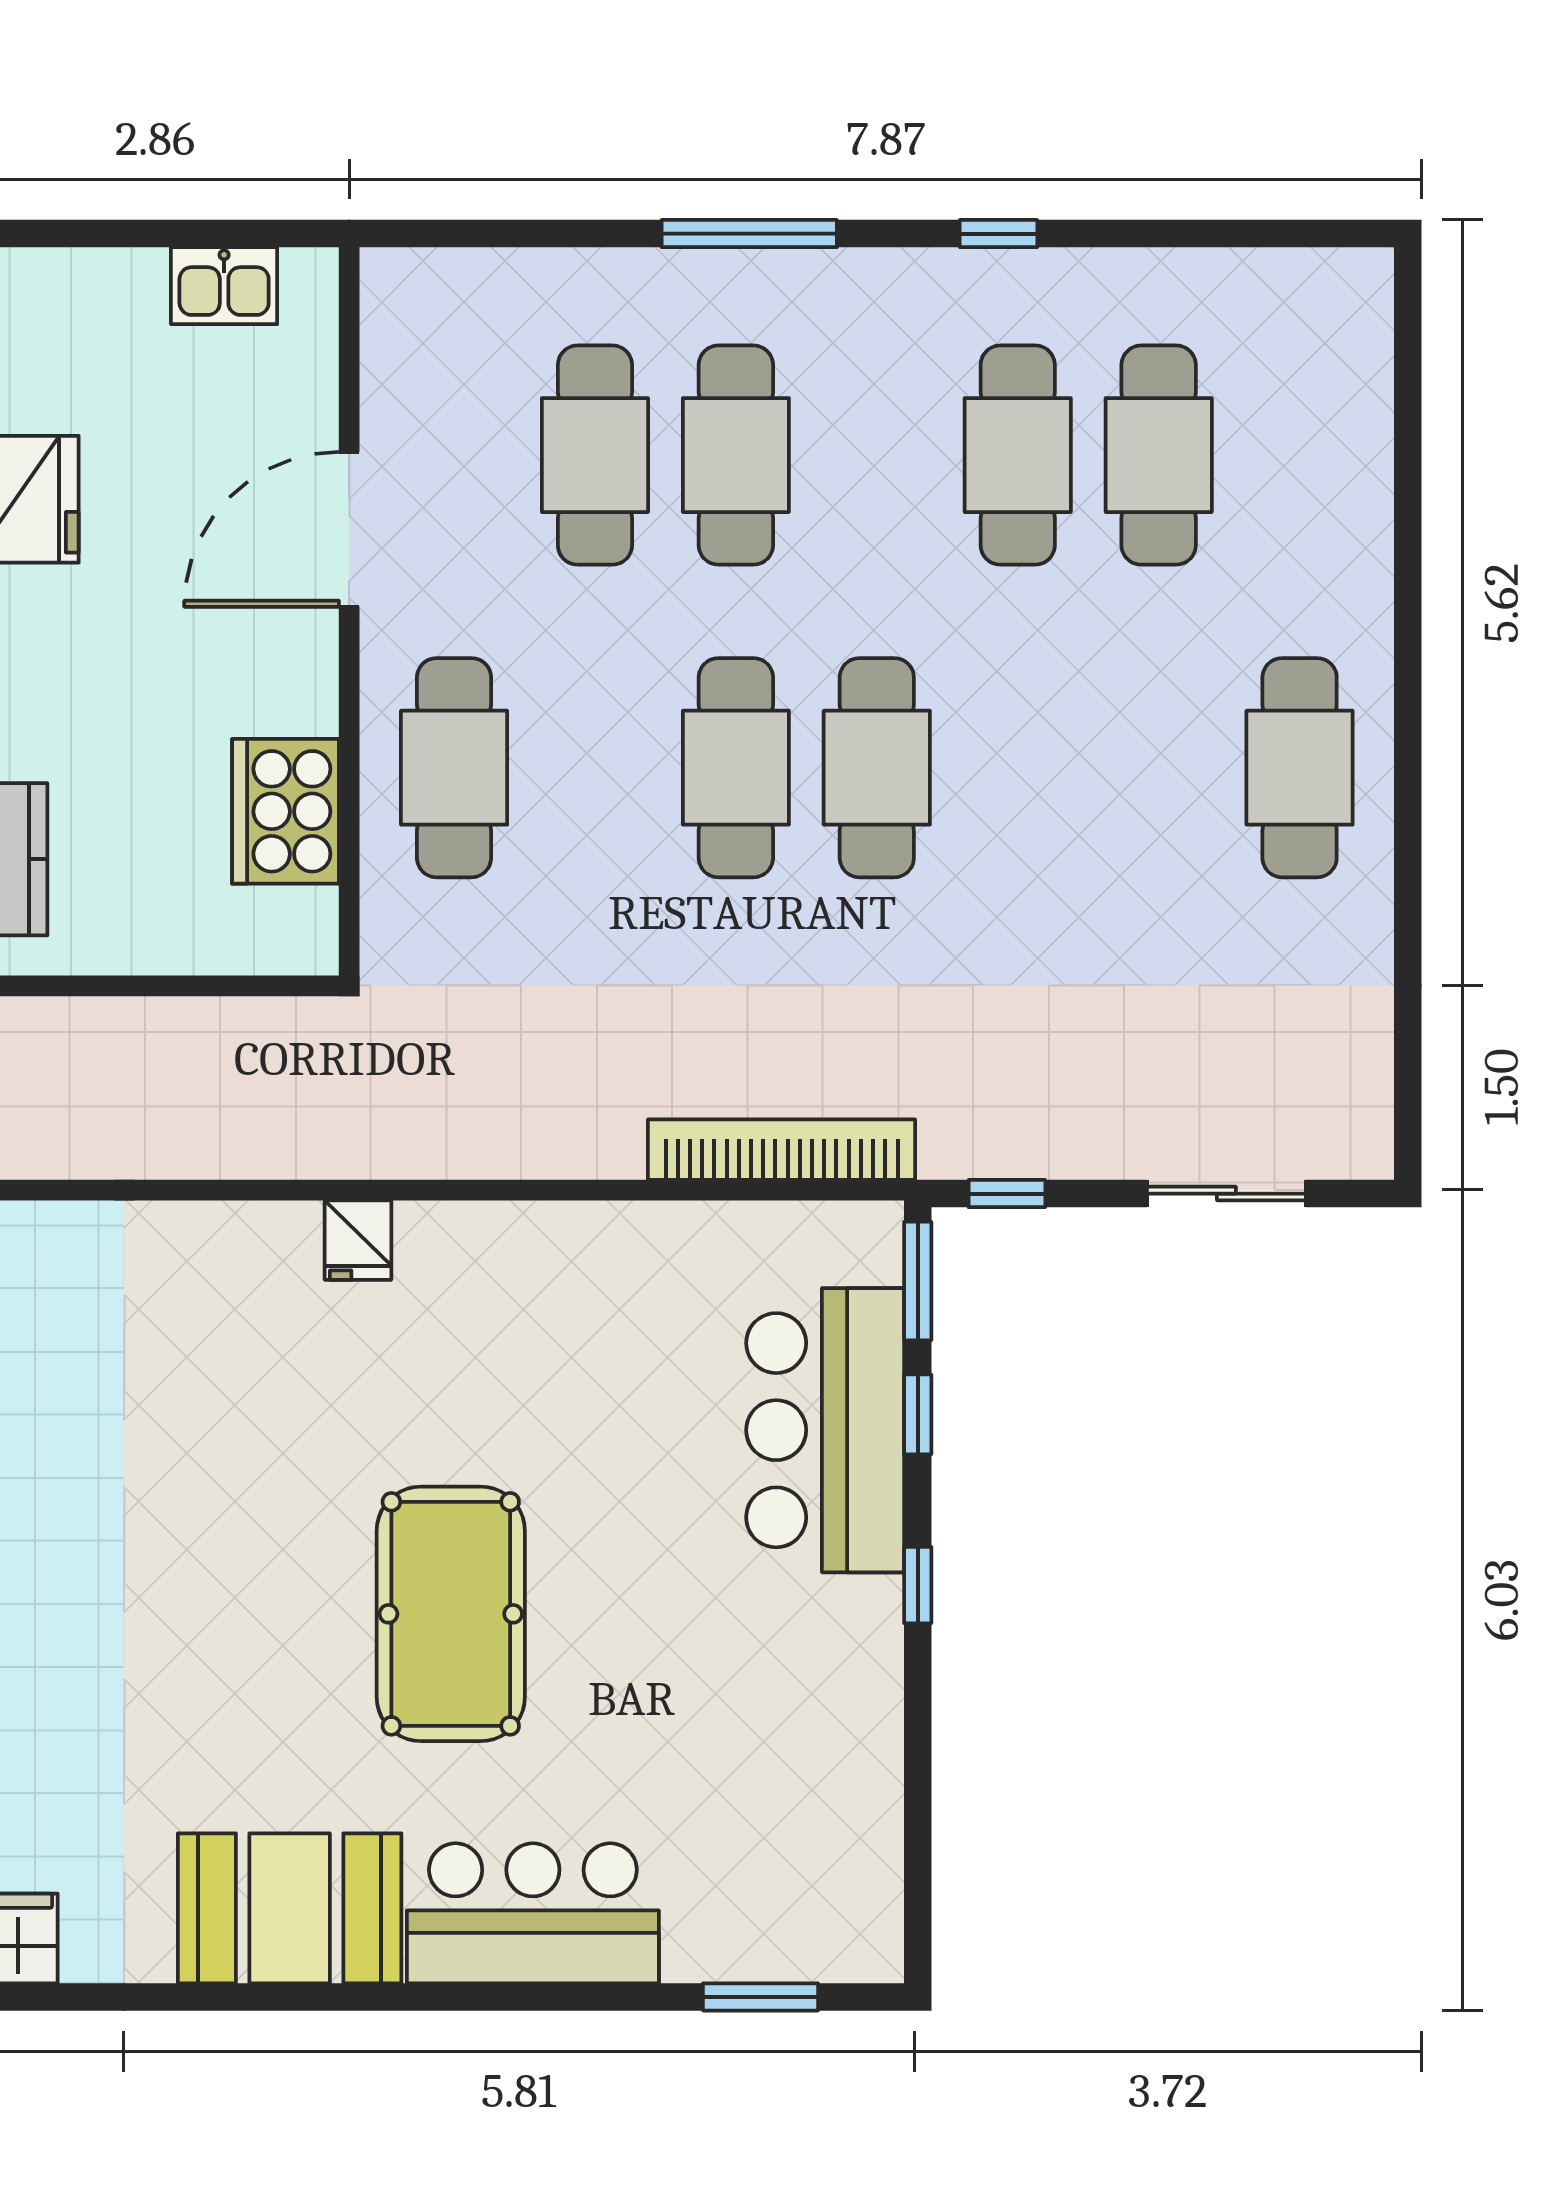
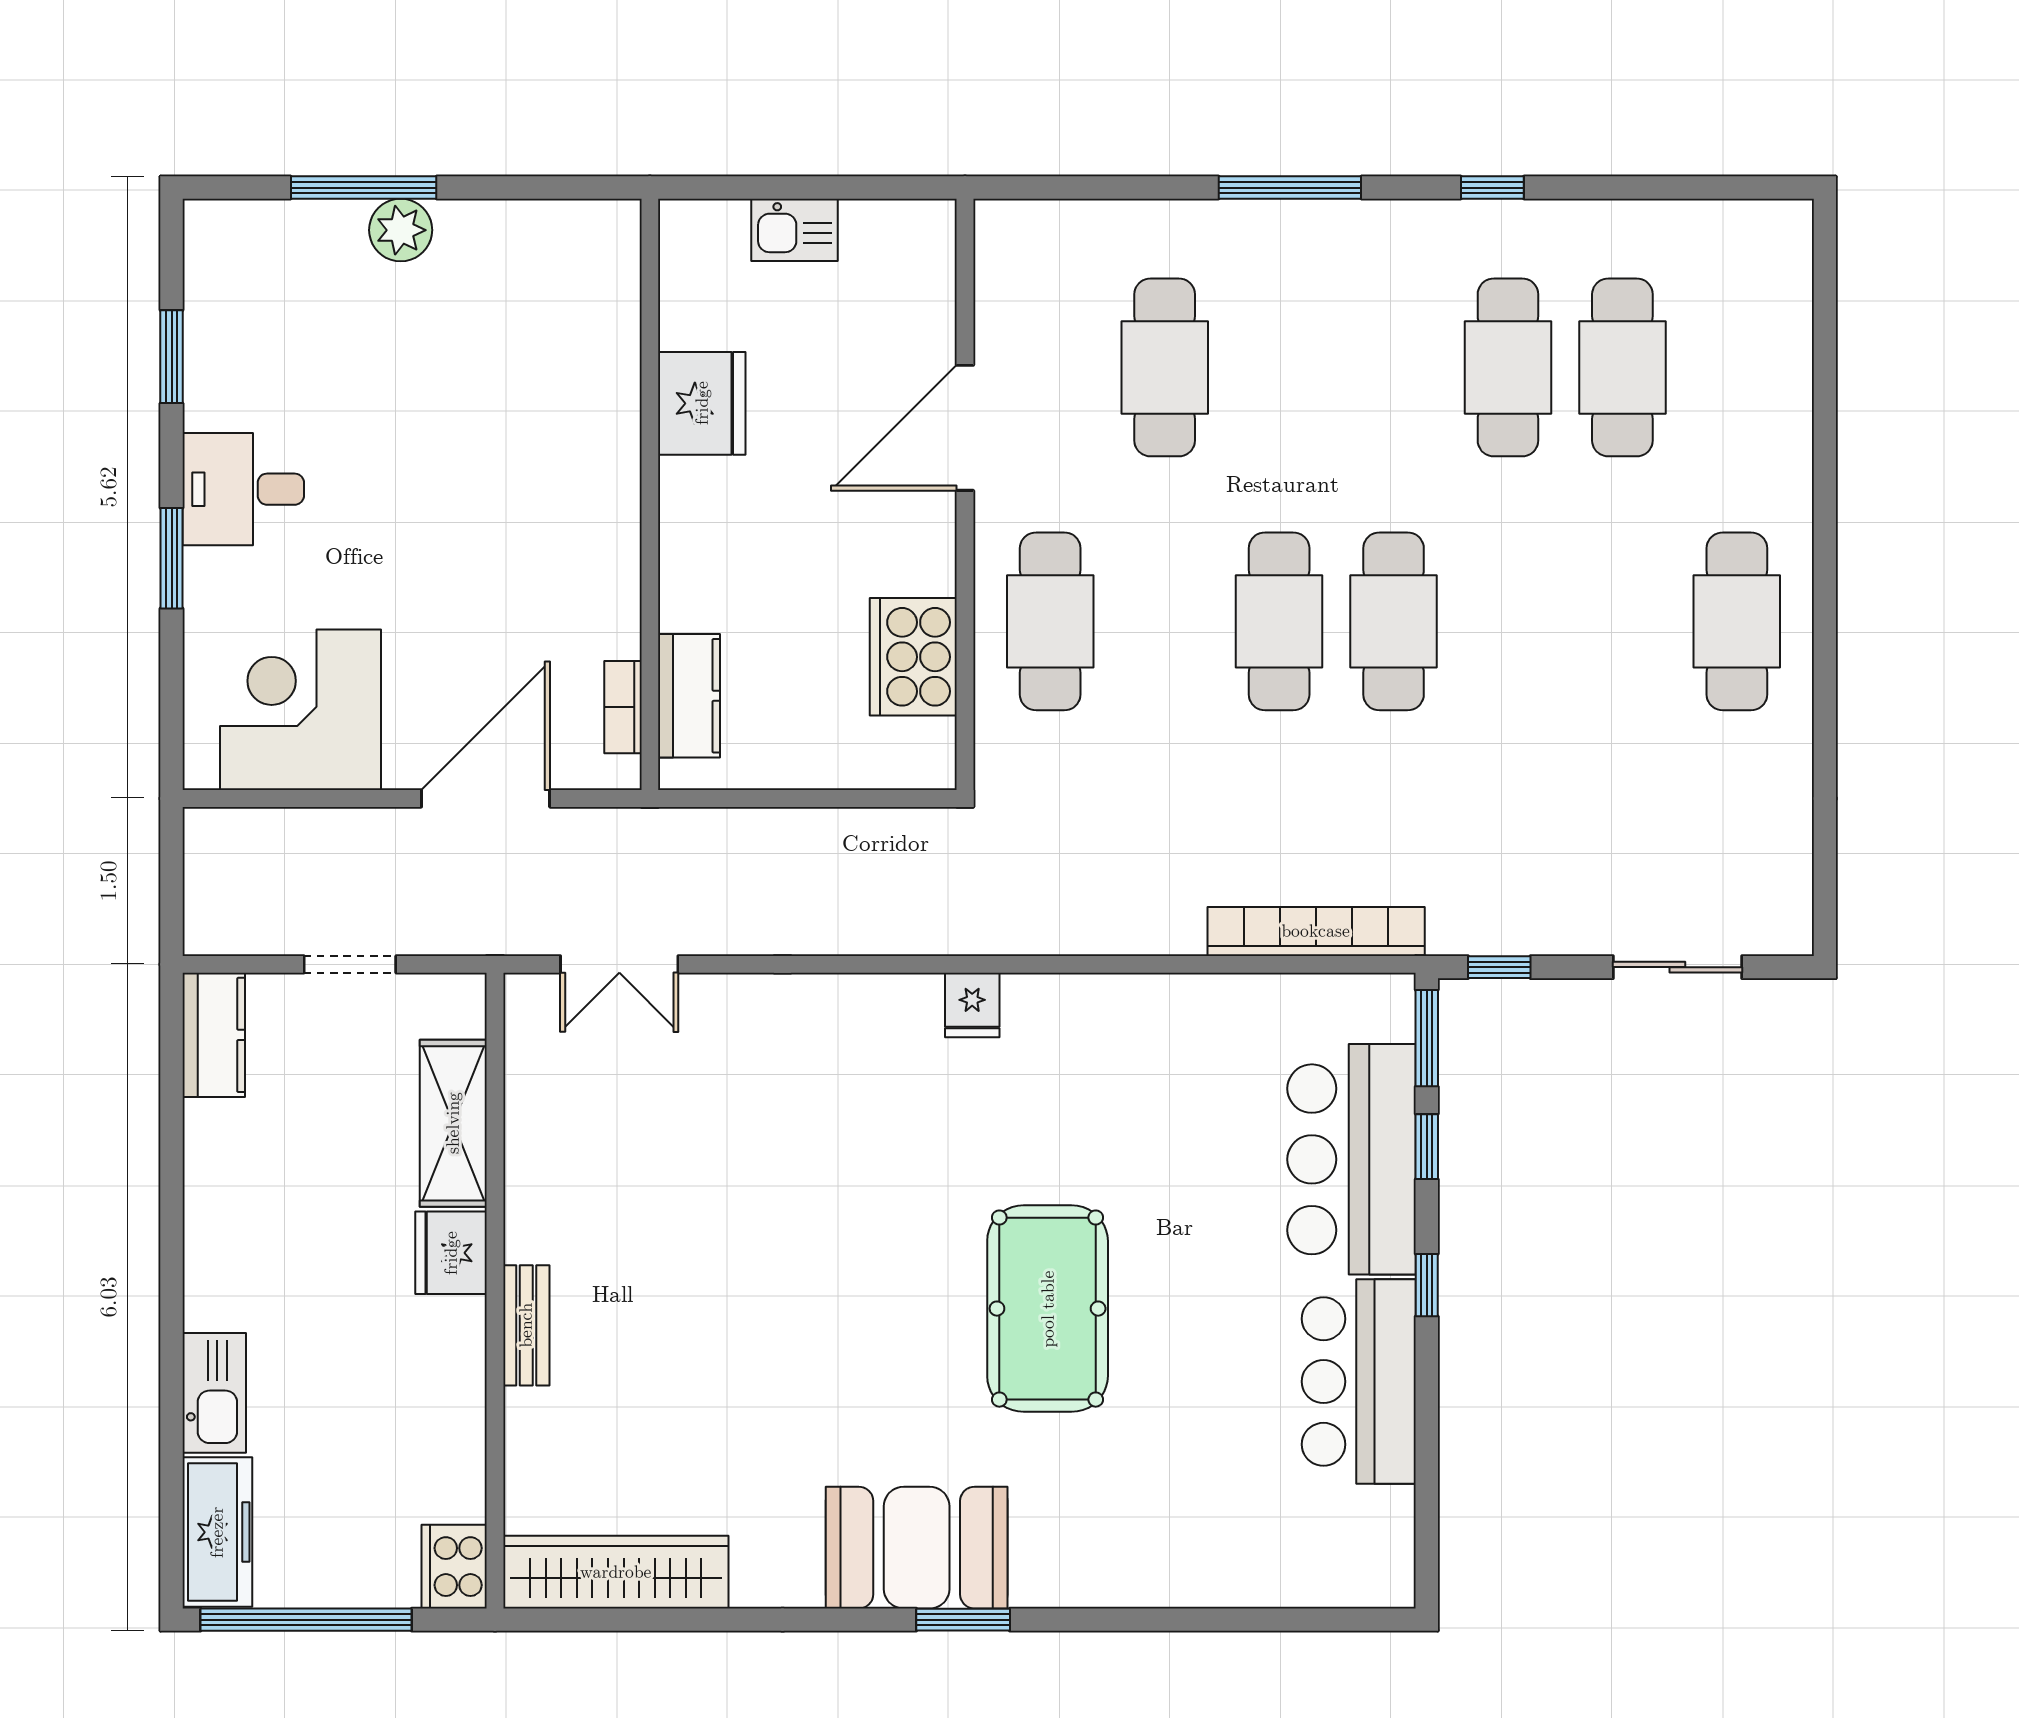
kitchen sink: (224, 286) -> (794, 230), moved
cafe table: (736, 455) -> (1279, 367), removed
bar counter: (533, 1913) -> (1359, 1382), moved, turned -90
window: (761, 1997) -> (963, 1620), moved

